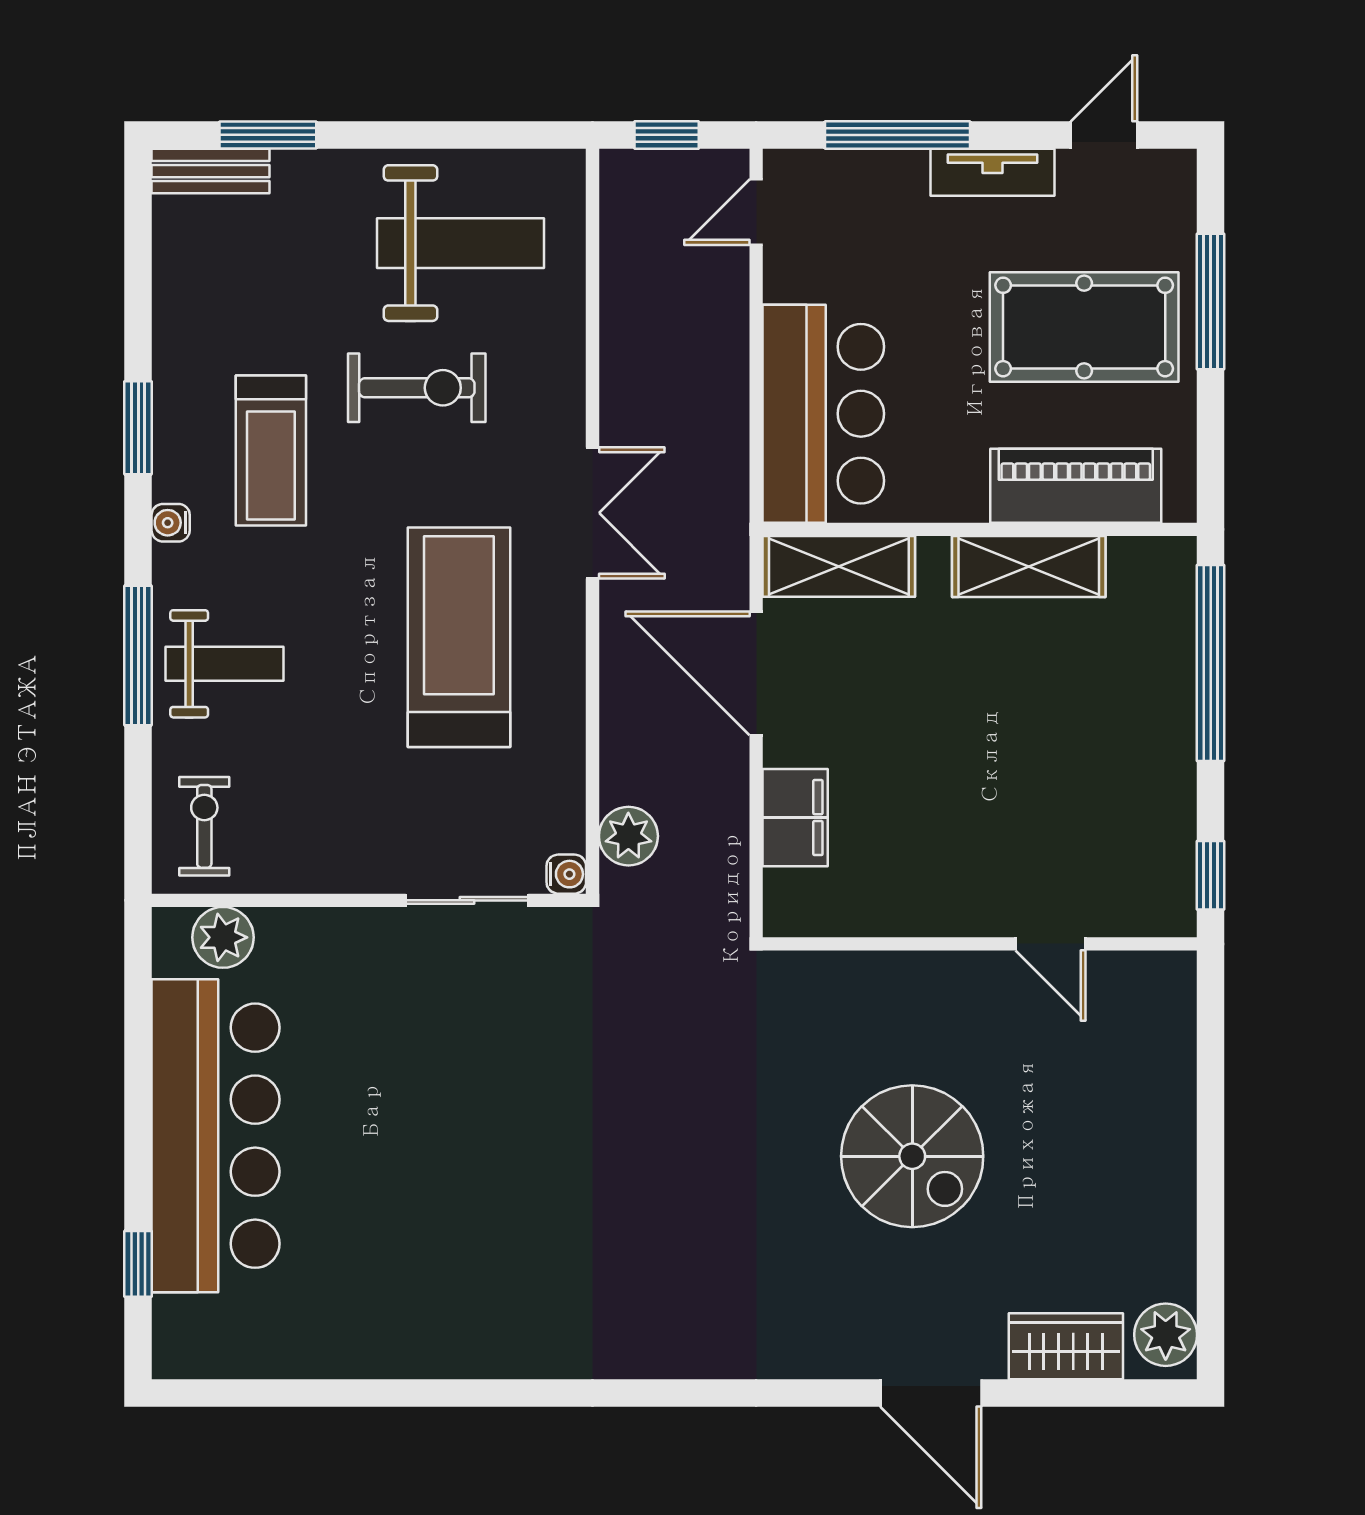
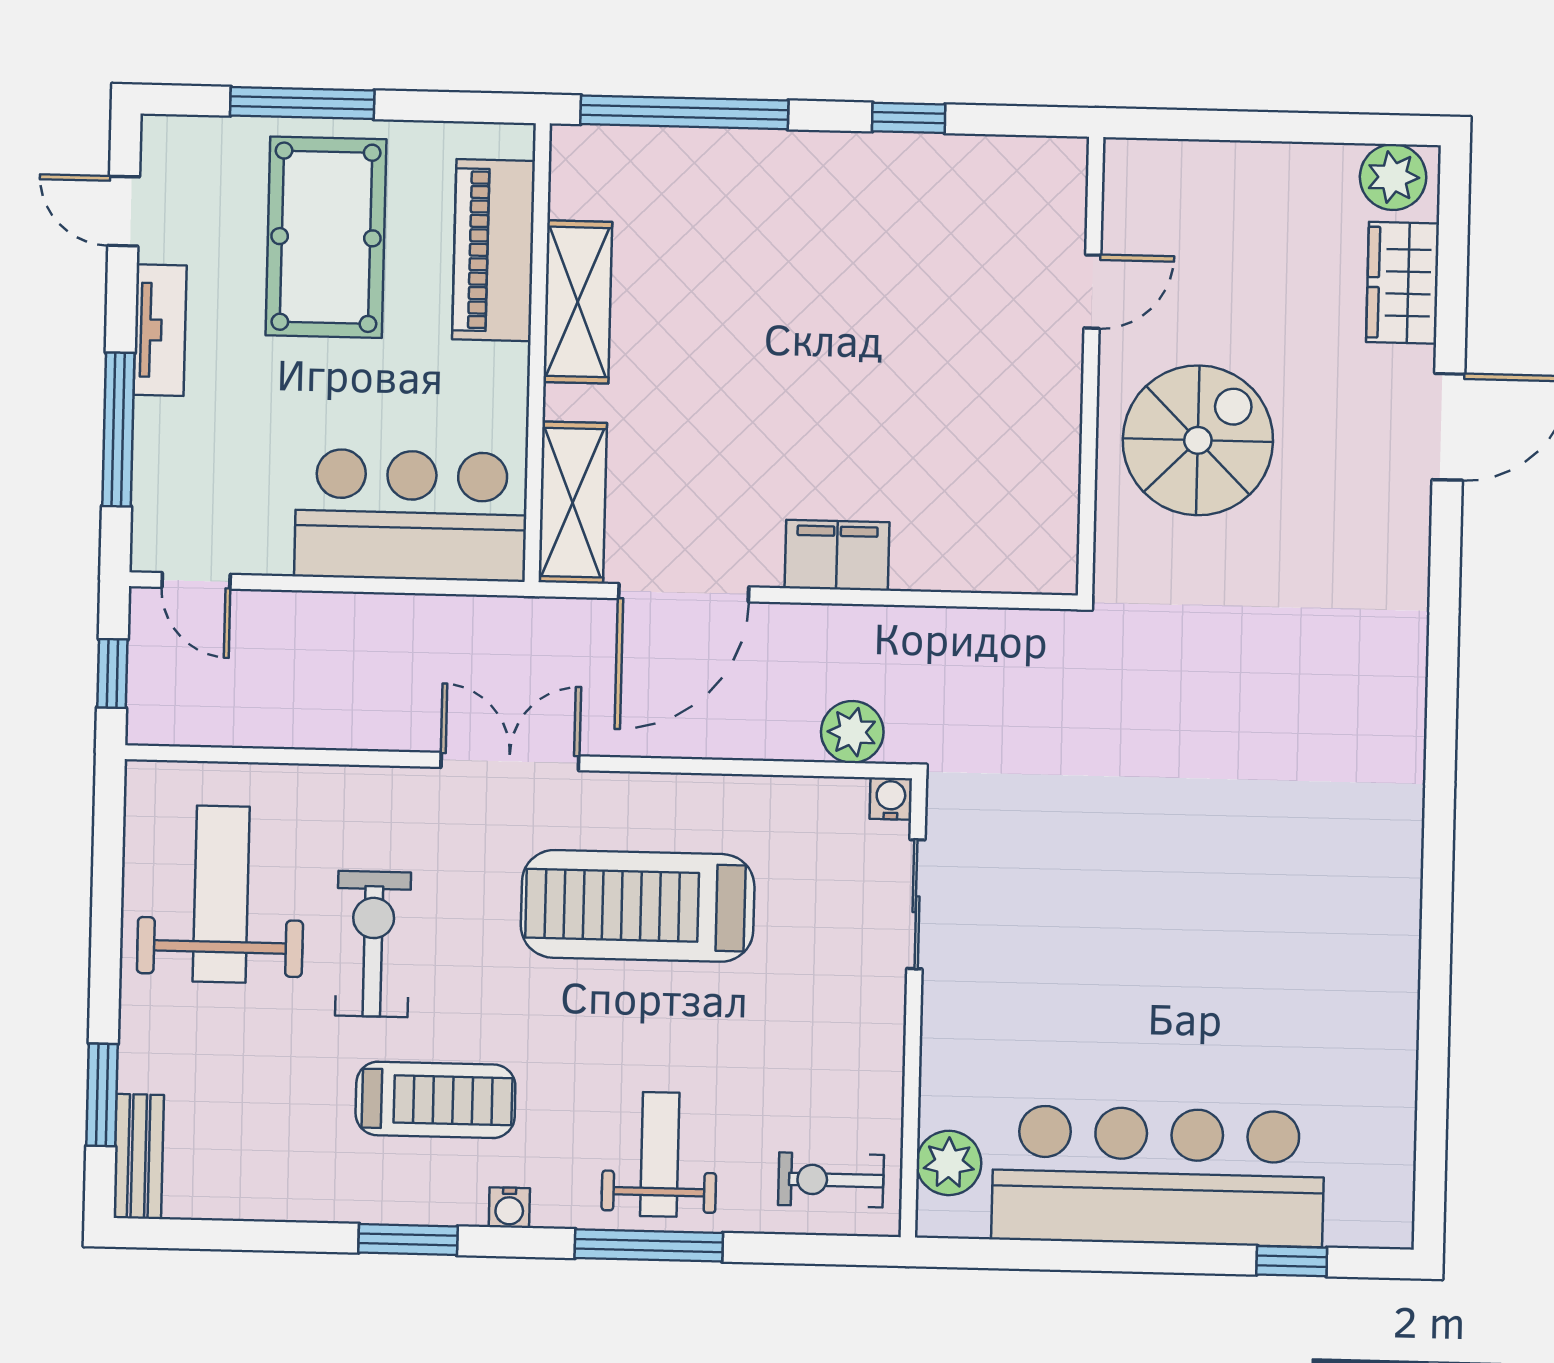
wall: (980, 944) -> (1091, 366), moved
door: (1050, 944) -> (1092, 292), moved

